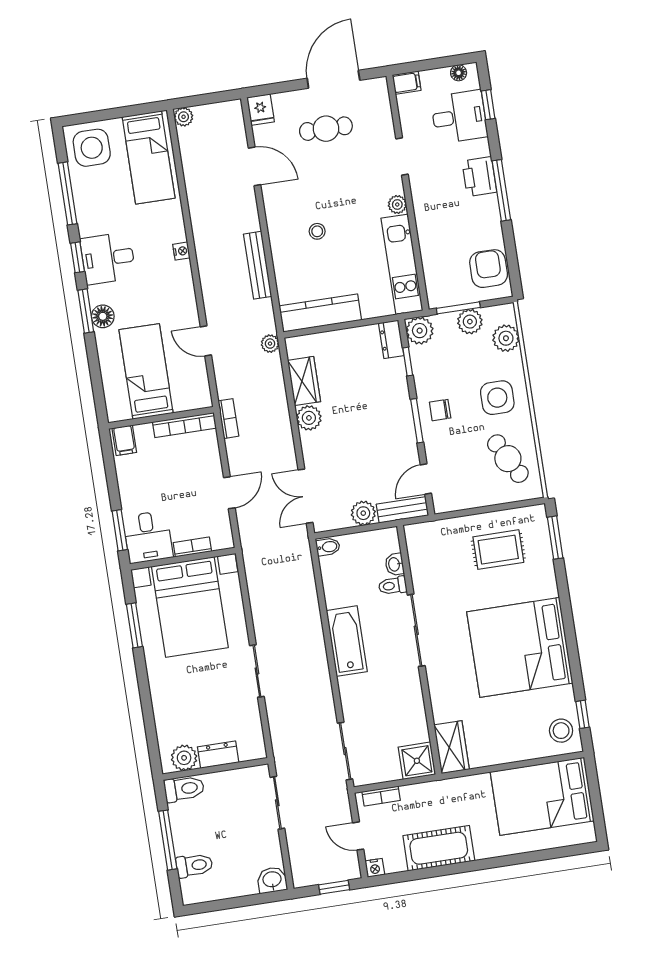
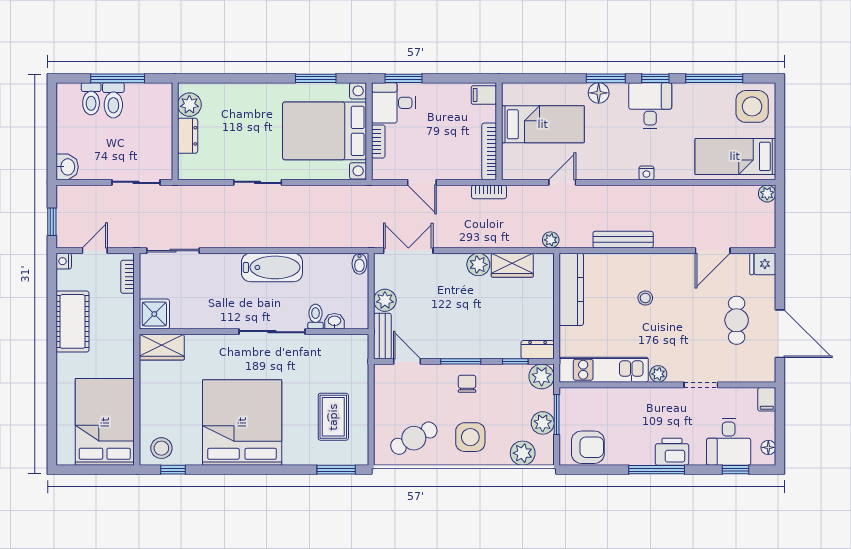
toilet: (184, 789) -> (113, 100), moved

